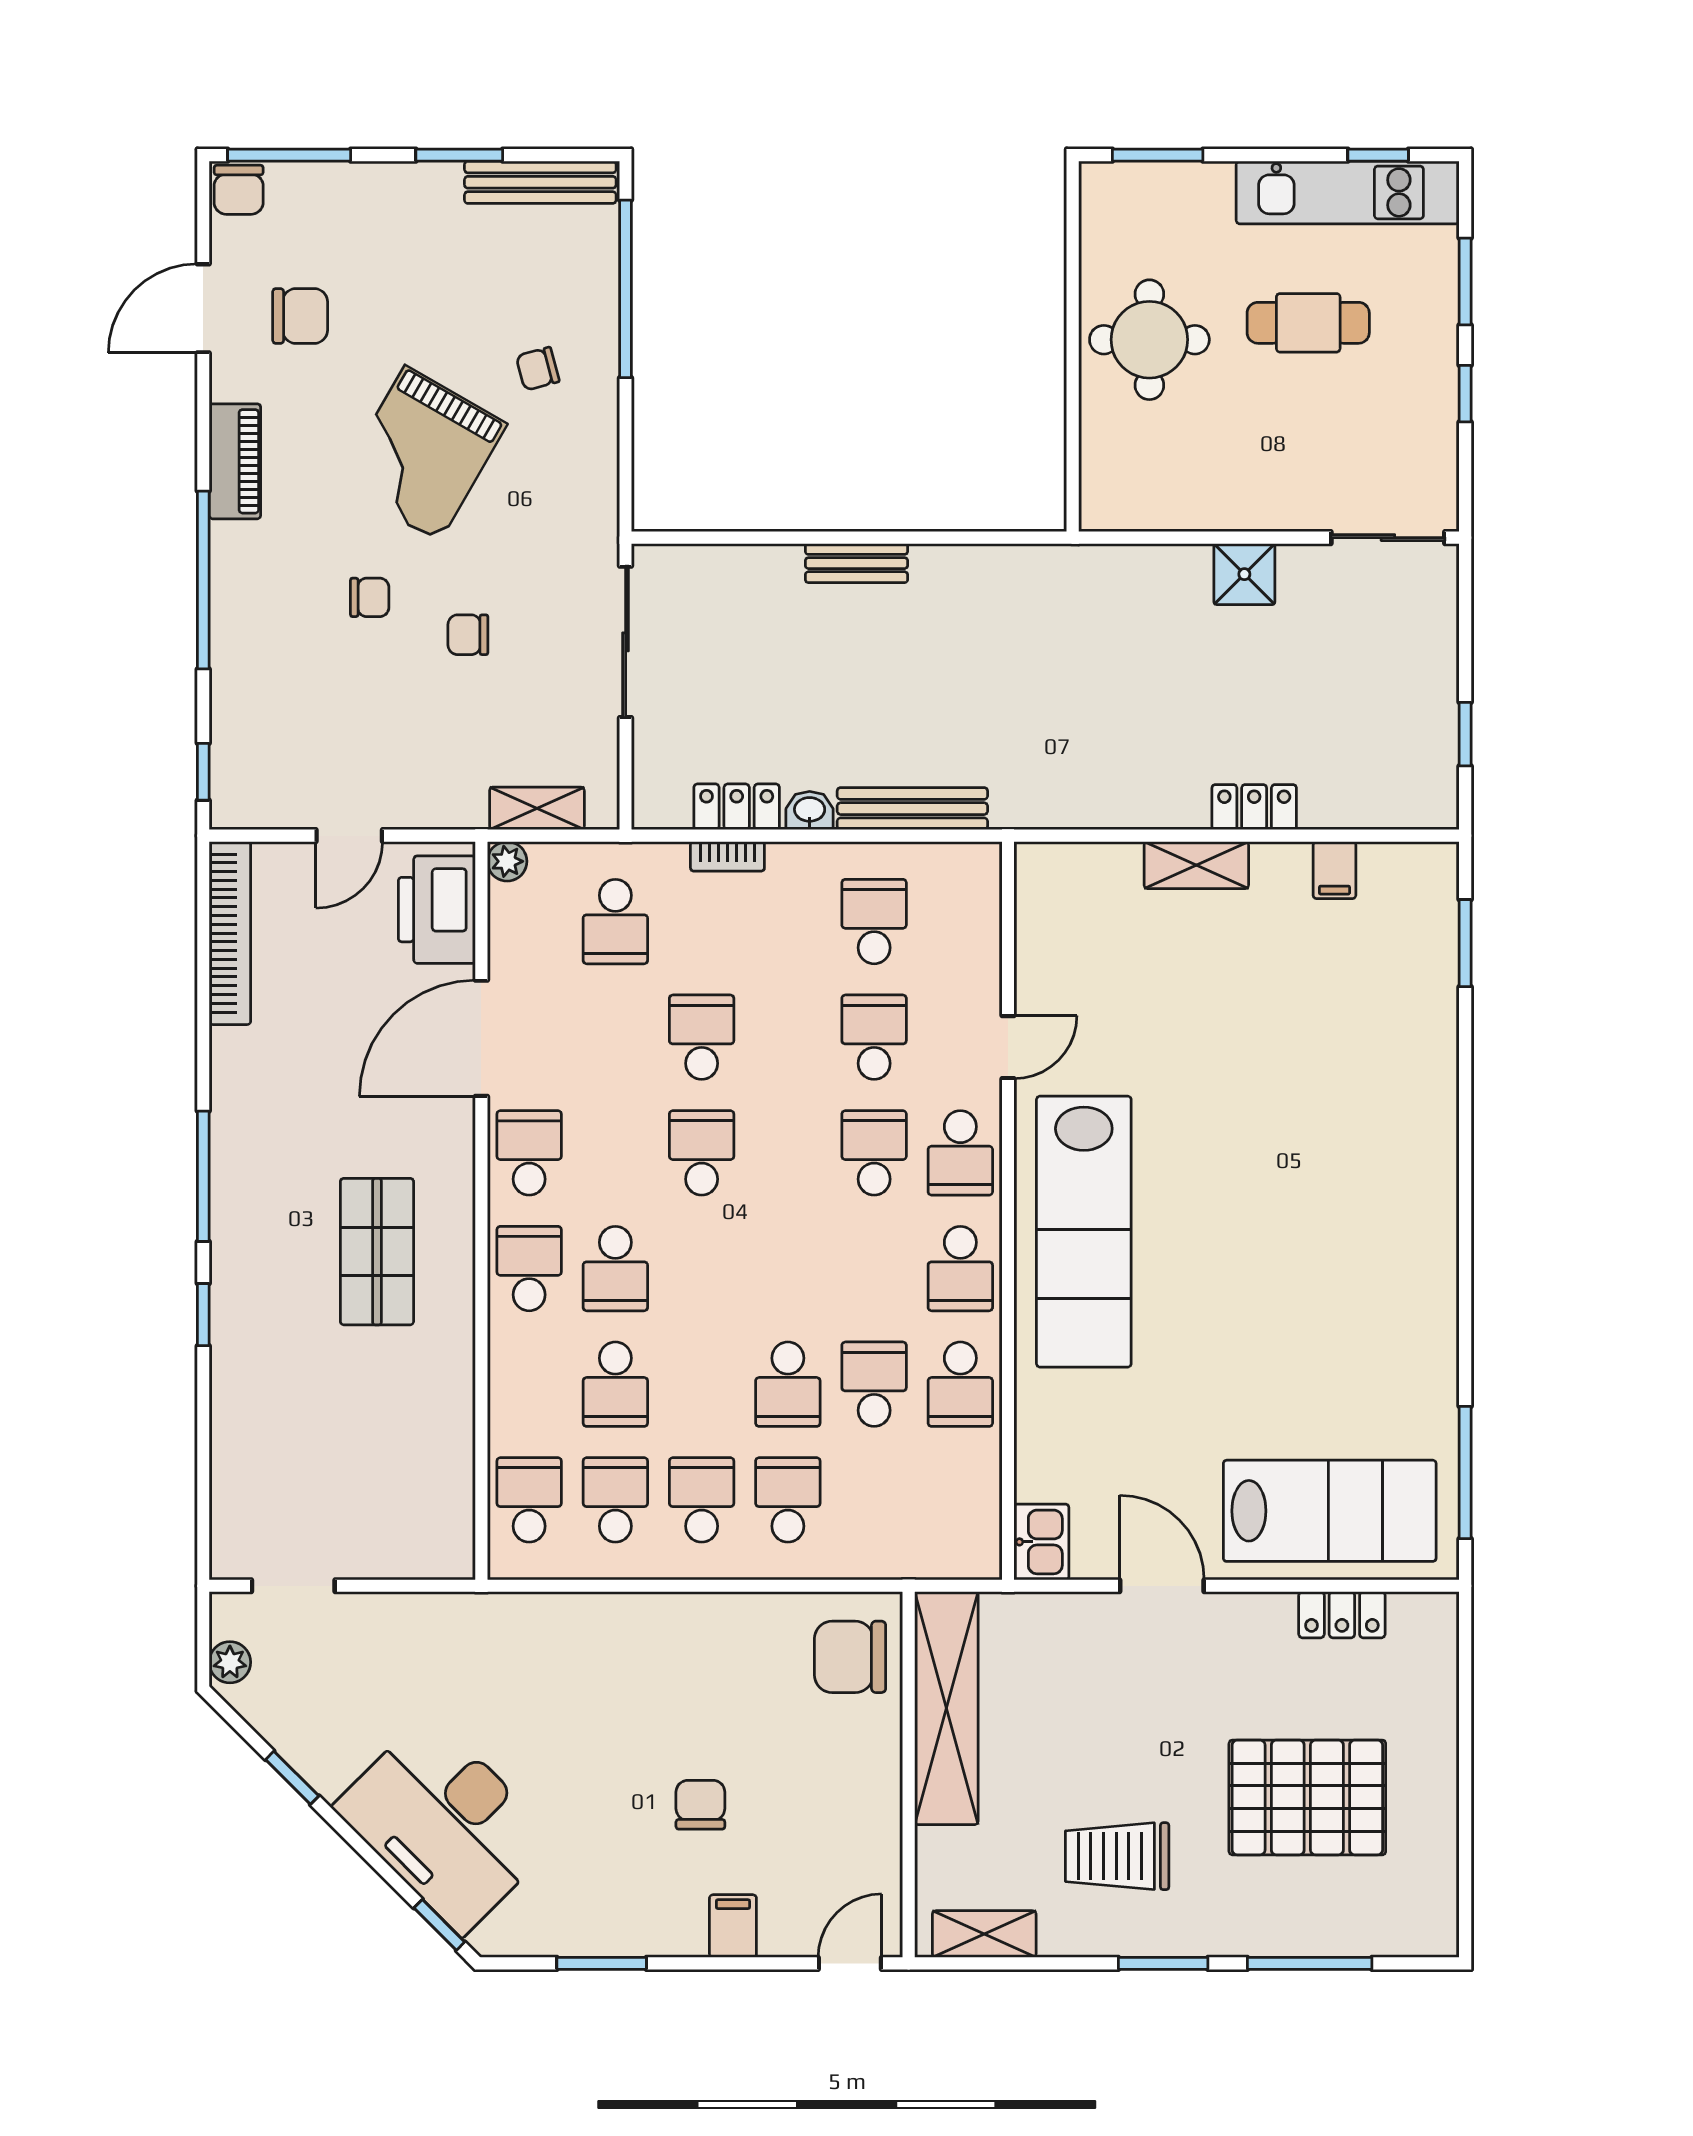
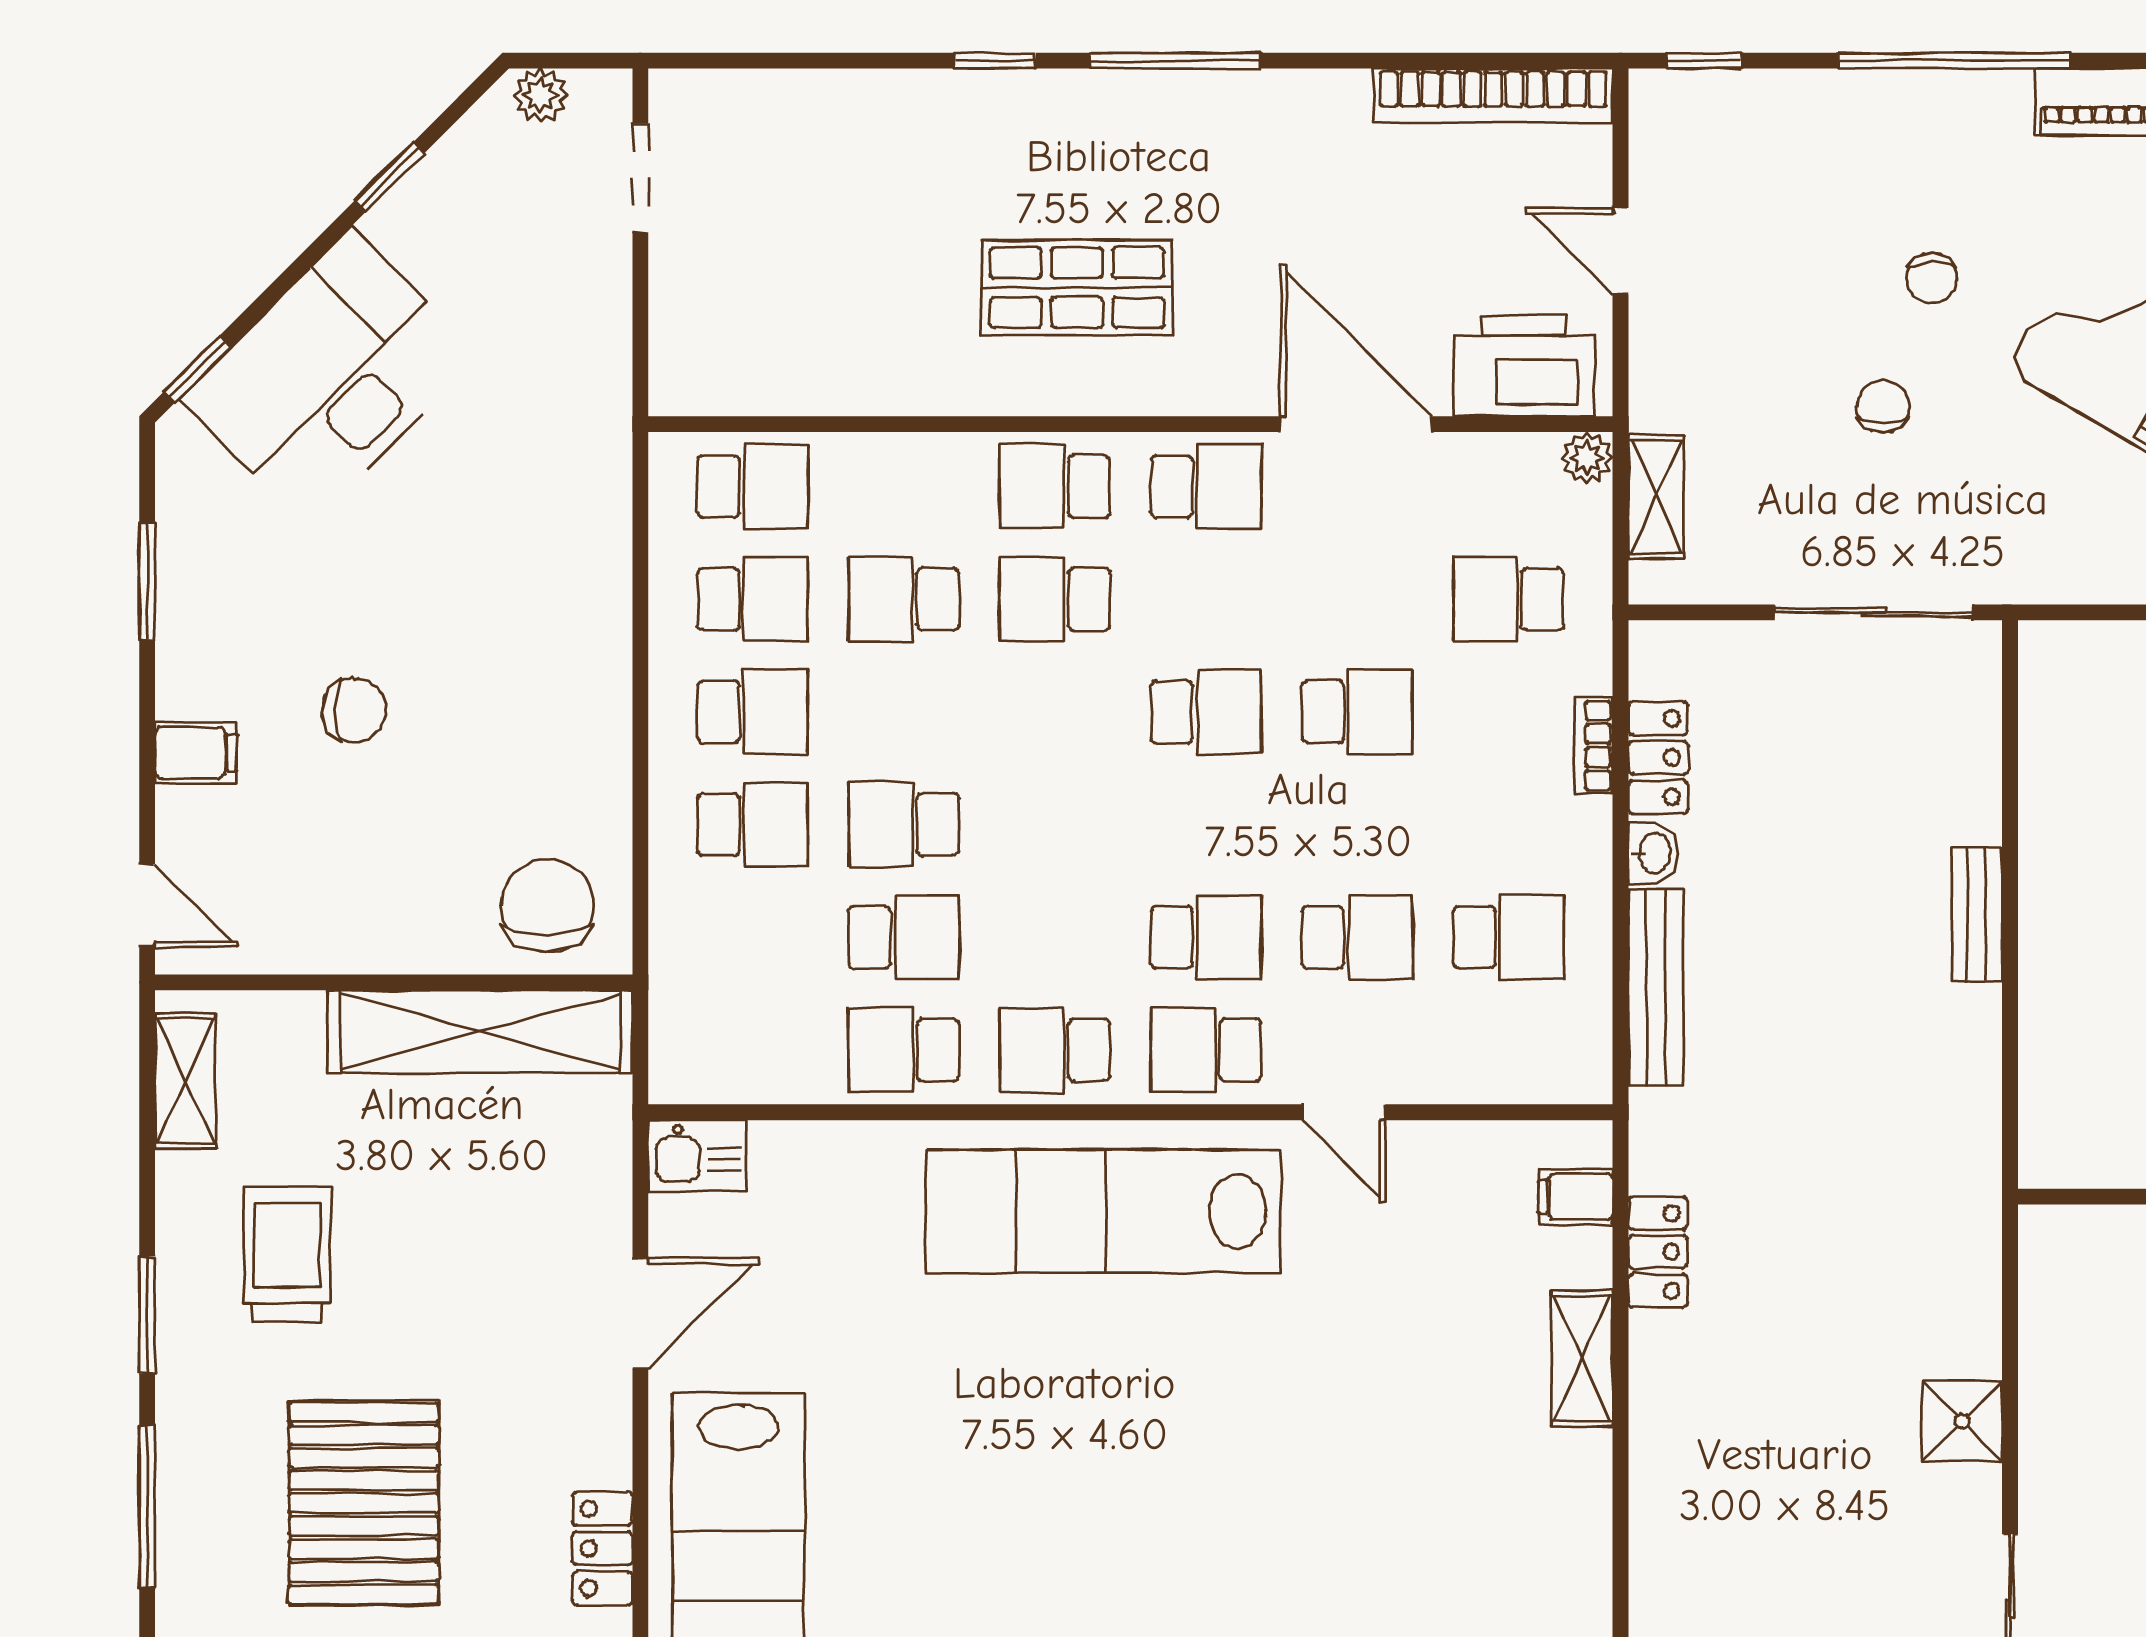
locker: (1254, 807) -> (1658, 1252), moved
filing cabinet: (1334, 870) -> (1575, 1197), moved
school desk: (529, 1269) -> (1055, 486), turned 180

